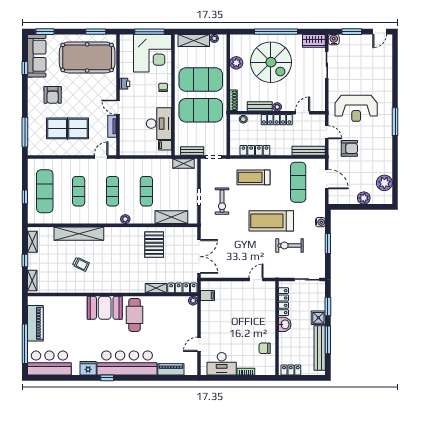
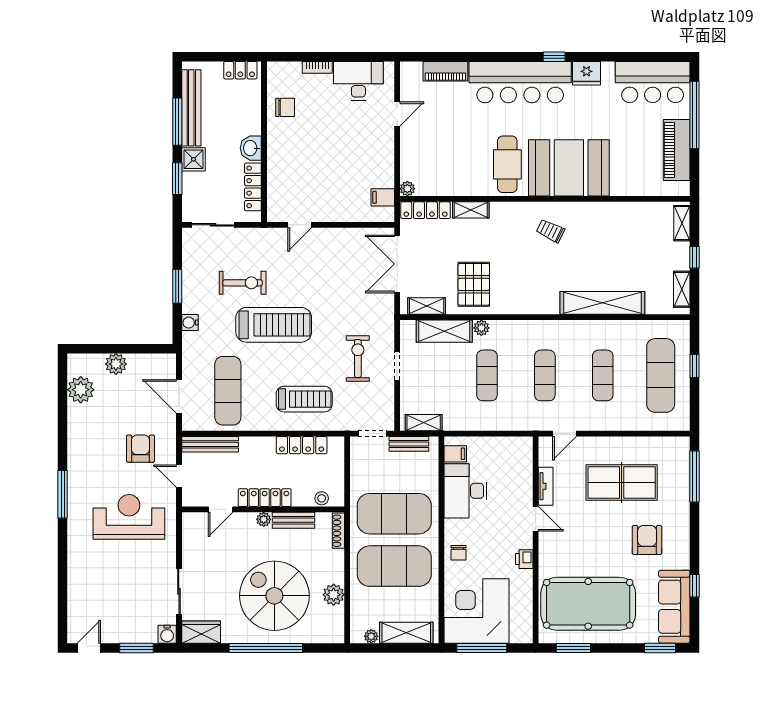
armchair: (349, 148) -> (140, 449), turned 90
plant: (125, 219) -> (481, 328), moved
shelving: (182, 232) -> (427, 306), added
trolley: (81, 264) -> (550, 231), moved
booth: (105, 308) -> (569, 168), width x1.36, depth x1.42

